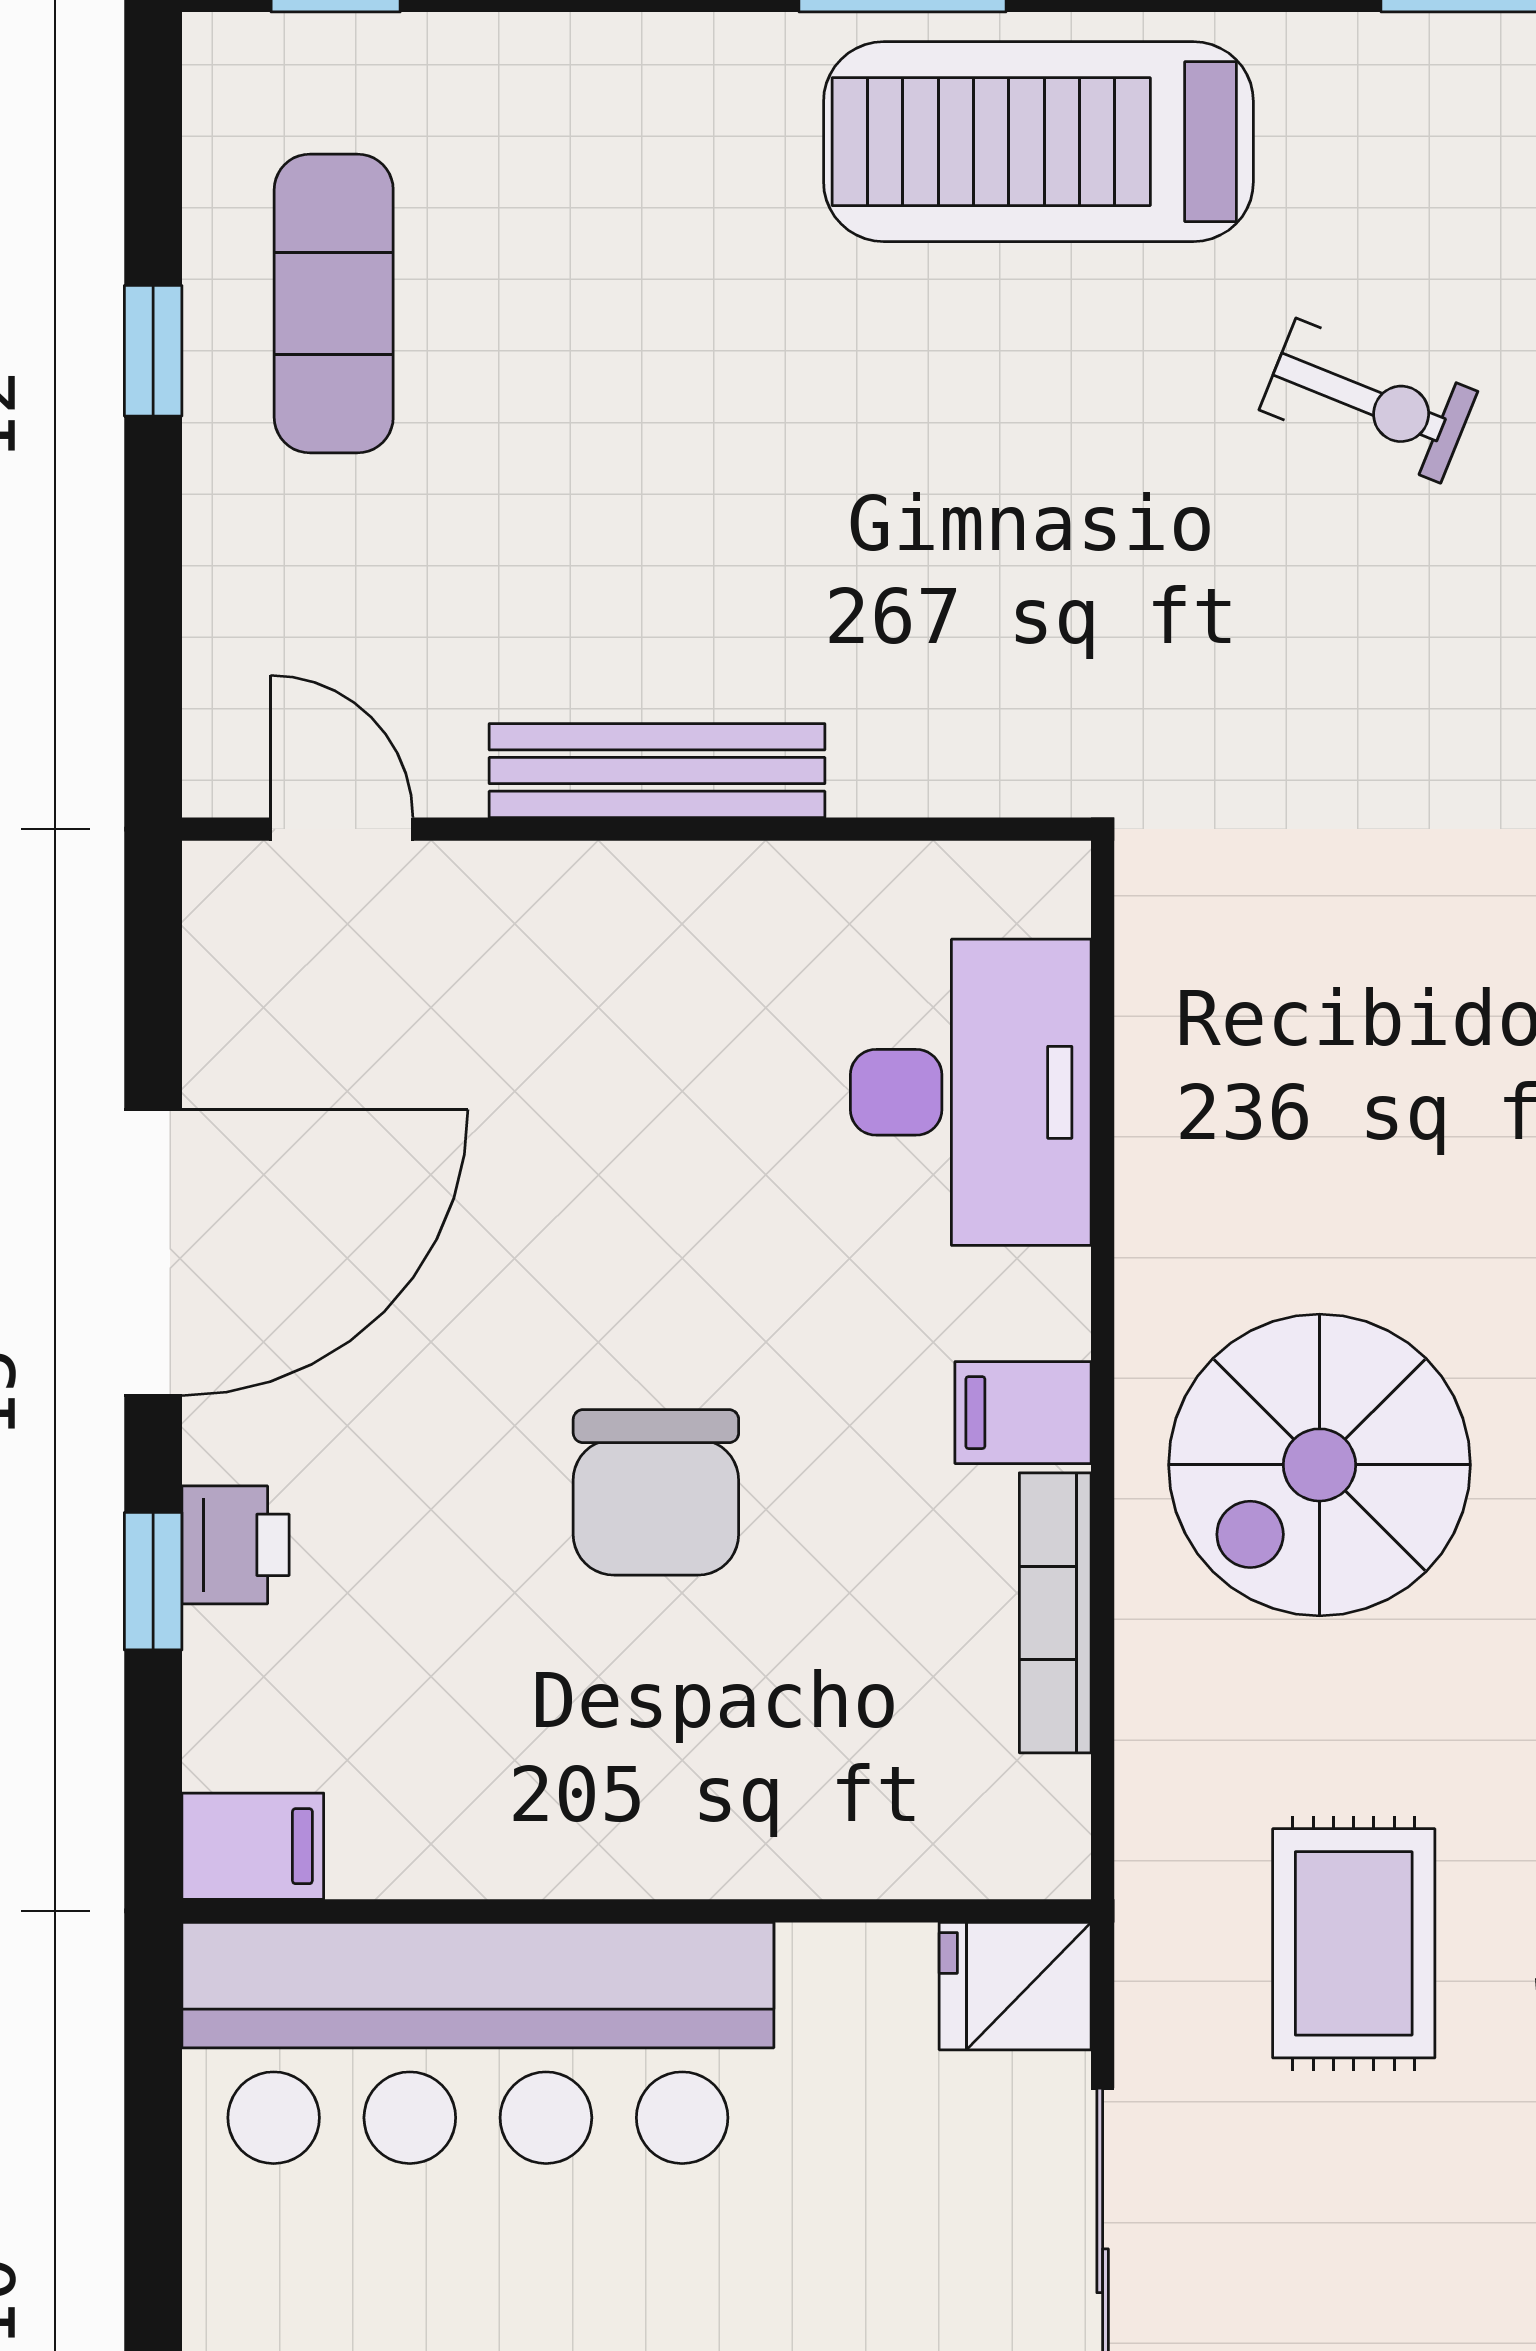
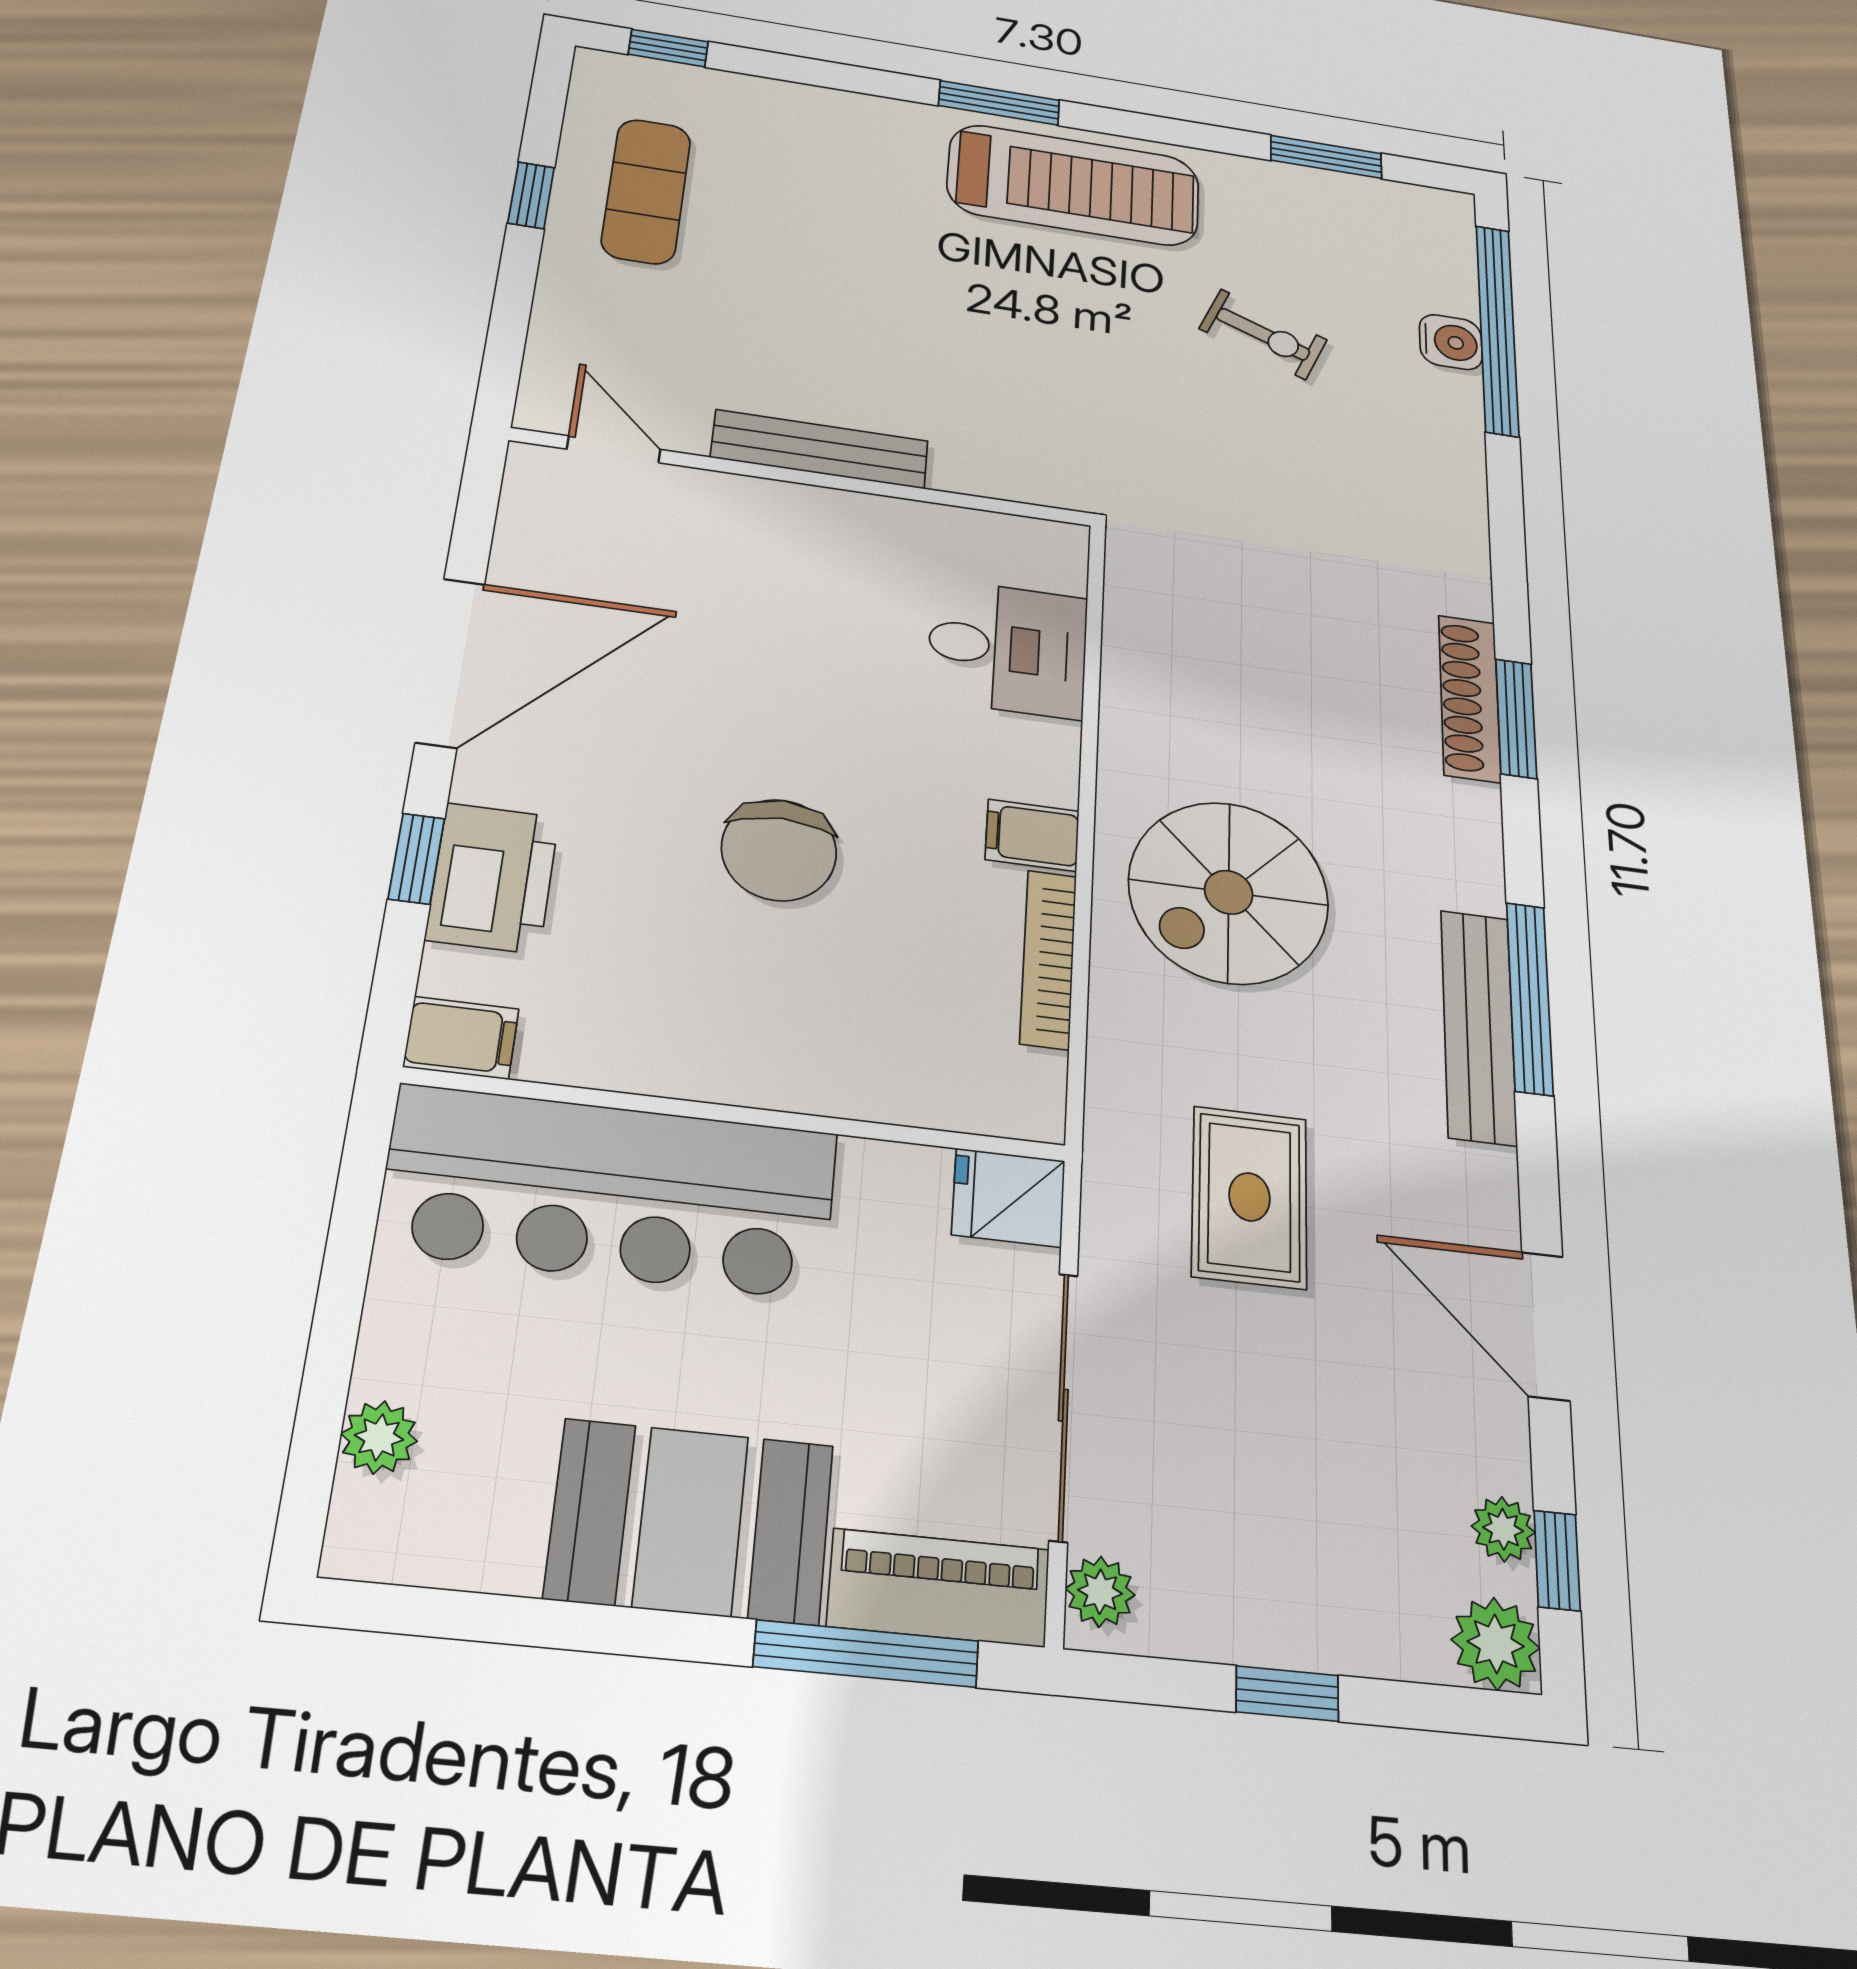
treadmill: (1038, 142) -> (1074, 185), turned 180
desk: (971, 1092) -> (1008, 648), width x0.73
printer: (235, 1545) -> (493, 878), width x1.87, depth x1.48

